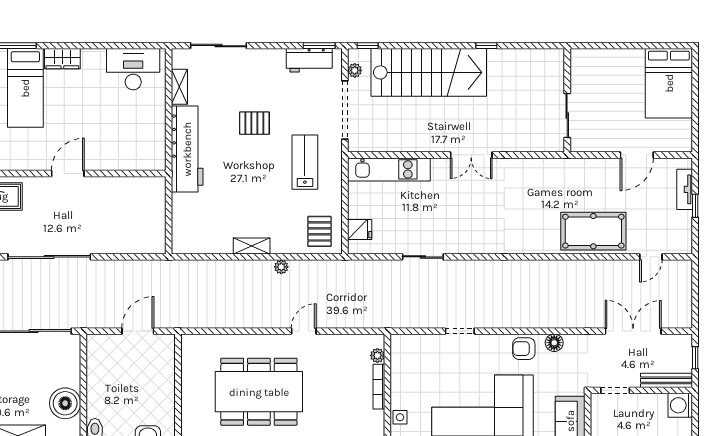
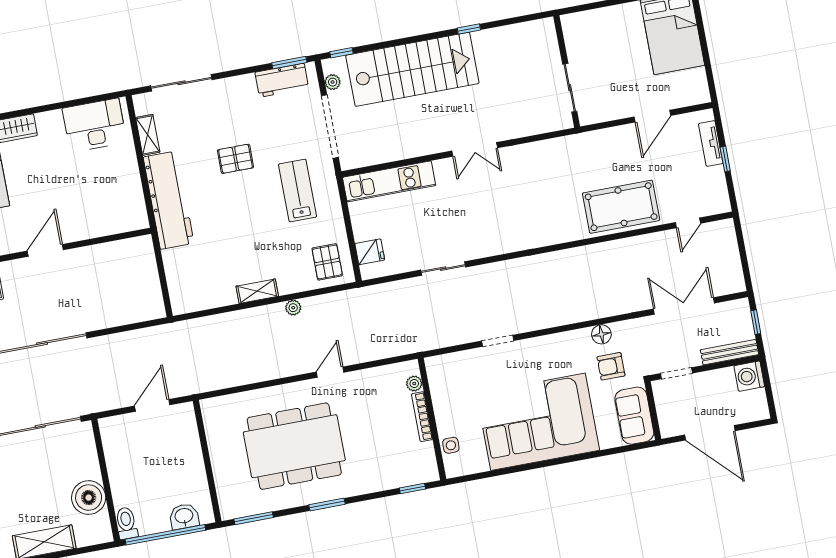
armchair: (524, 349) -> (611, 366), moved

